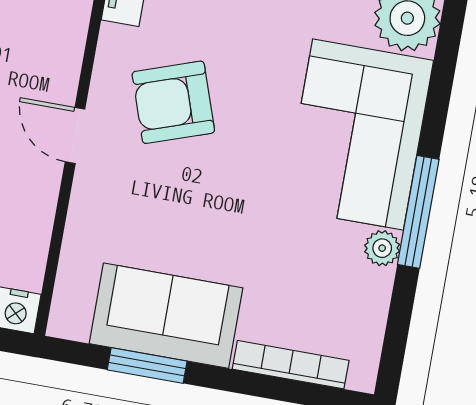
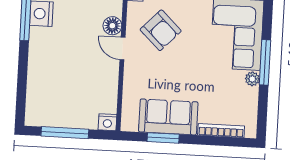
floor lamp: (57, 77) -> (112, 26), added
armchair: (173, 102) -> (161, 30), turned -117

